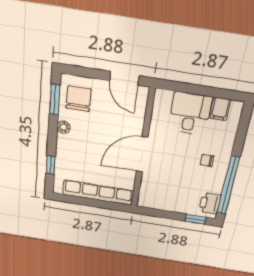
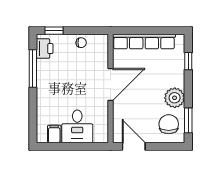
chair: (79, 99) -> (169, 124), turned 180
plant: (64, 127) -> (175, 98), width x1.87, depth x1.87
chair: (207, 160) -> (81, 43), moved
window: (228, 185) -> (33, 69), width x0.68

